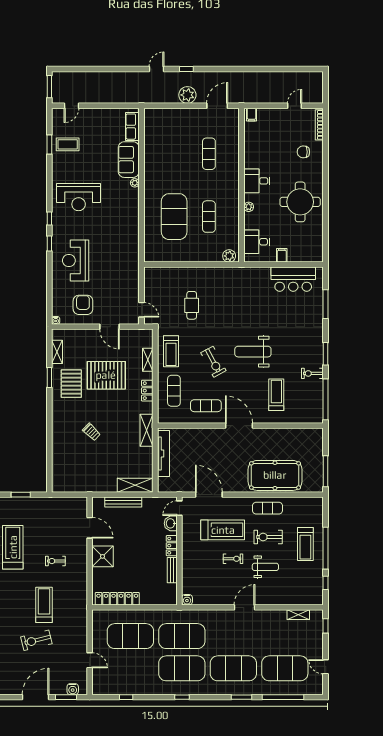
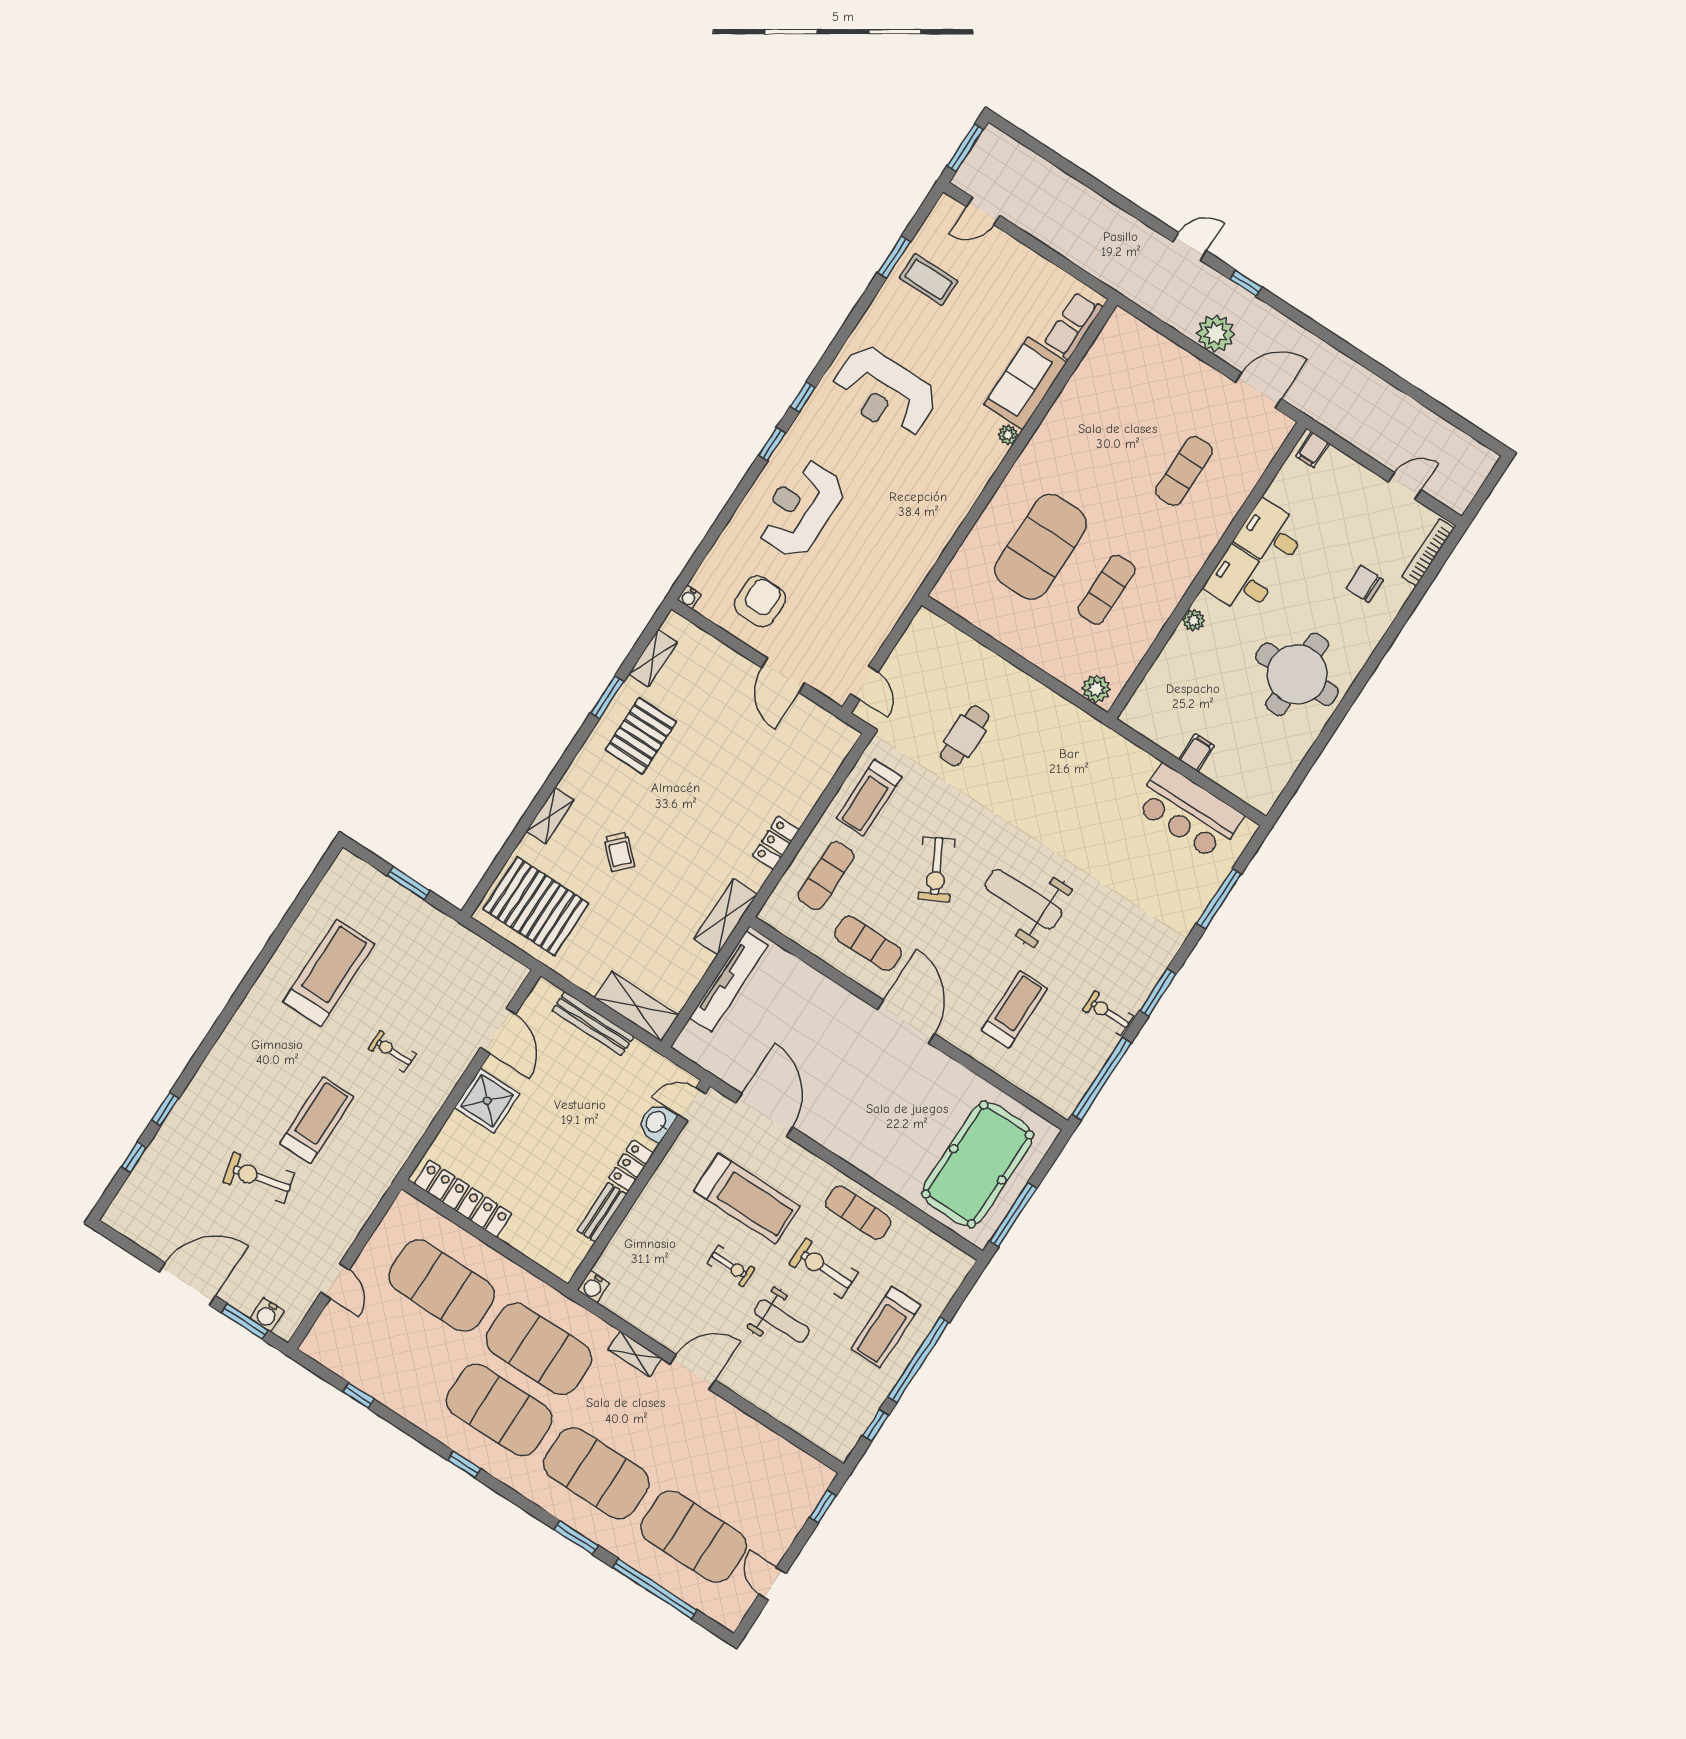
desk: (257, 242) -> (1271, 534), moved
shelving: (148, 360) -> (550, 816), moved
pallet: (106, 375) -> (536, 906), moved
pool table: (275, 475) -> (978, 1164), moved, turned 90
shelving: (298, 615) -> (635, 1354), moved

